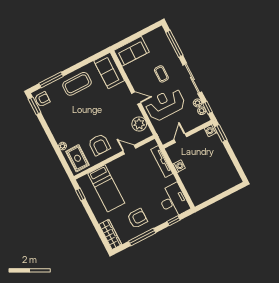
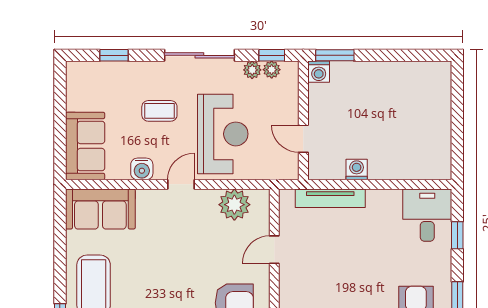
window: (174, 44) -> (114, 55), width x0.46
water cooler: (134, 79) -> (142, 169), added
reception desk: (165, 104) -> (223, 134), turned 180
desk: (174, 201) -> (427, 215), width x0.73

